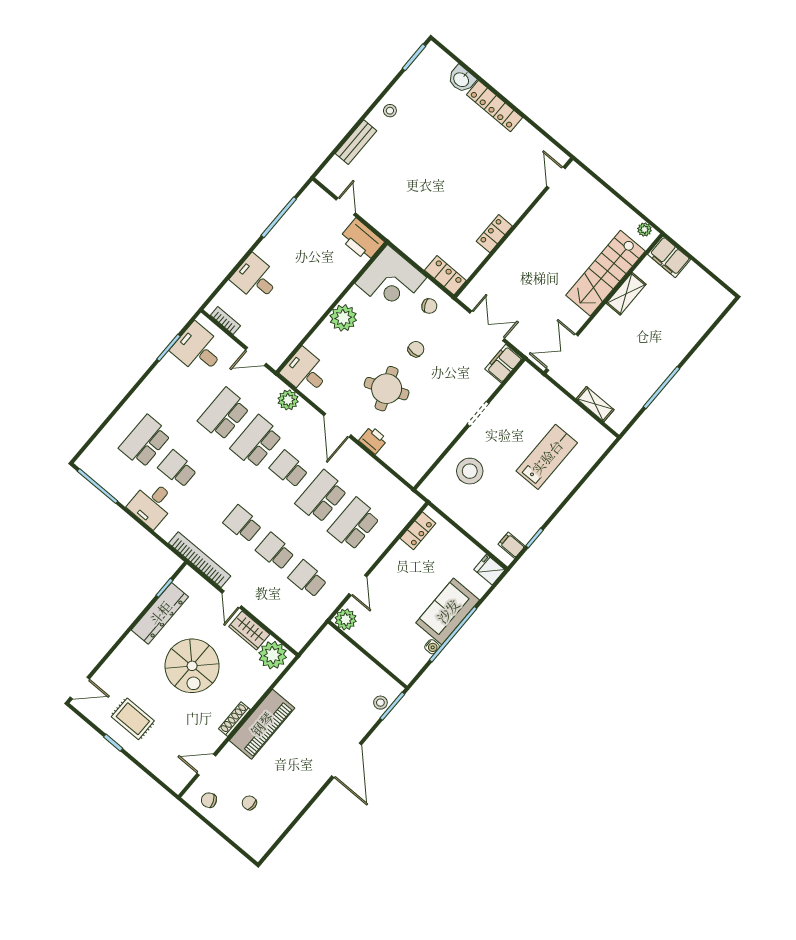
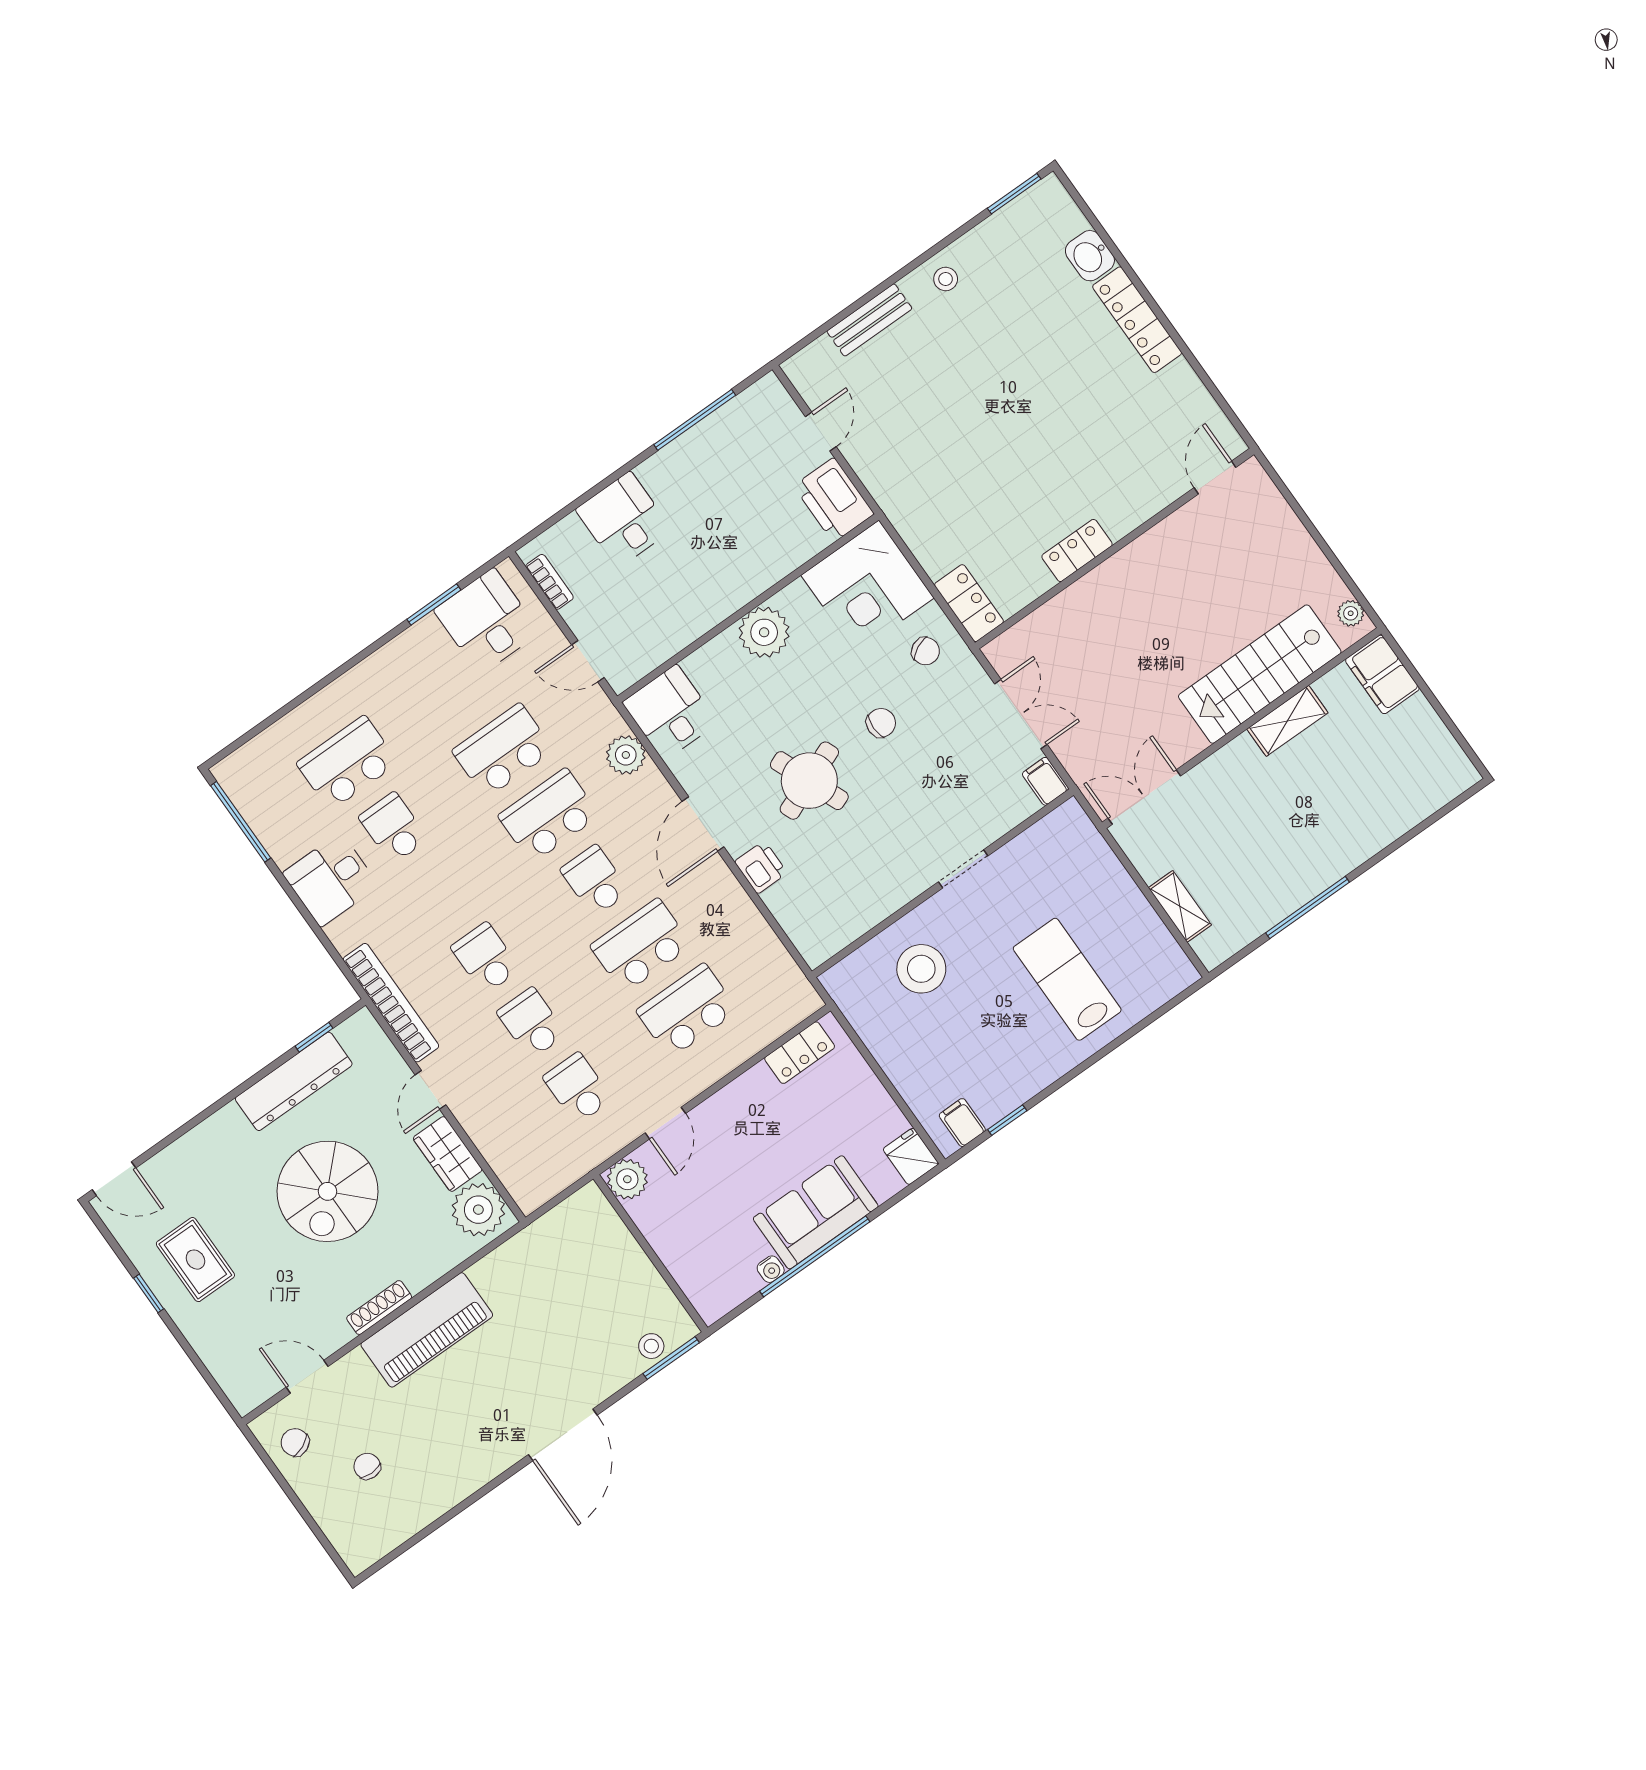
filing cabinet: (504, 364) -> (1045, 781), width x0.50
lab bench: (547, 457) -> (1067, 979), turned -90

